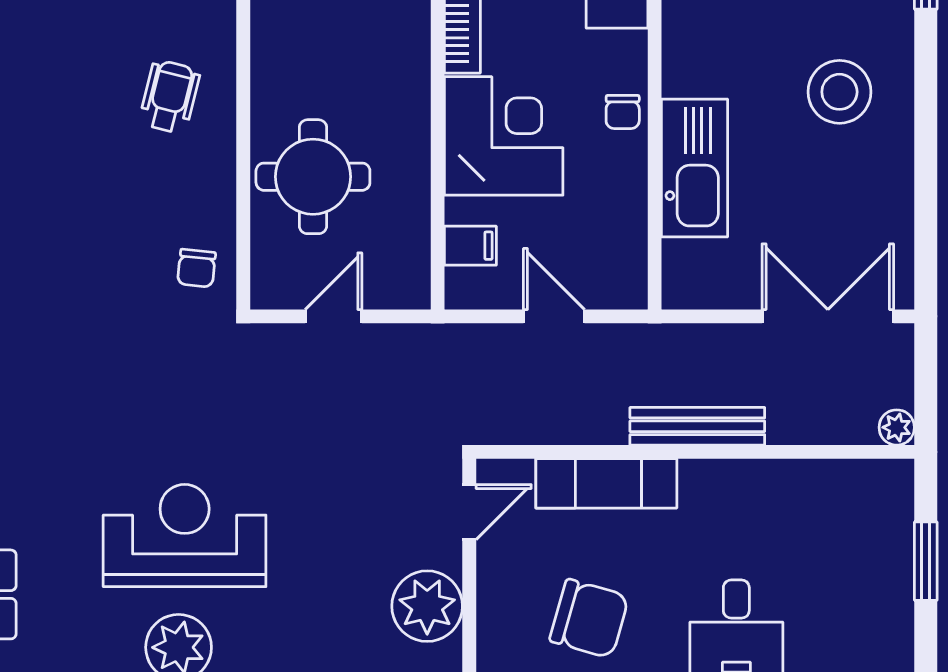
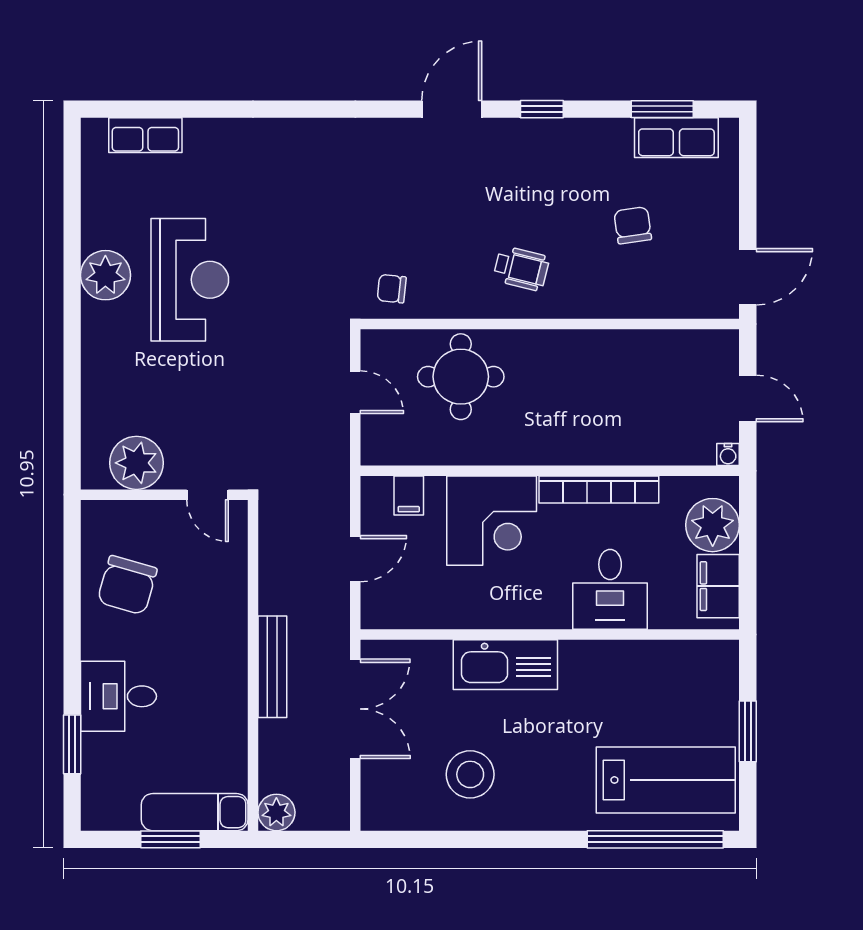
stool: (839, 92) -> (470, 774), moved
chair: (623, 112) -> (510, 610), removed
kitchen sink: (694, 168) -> (505, 665), moved
double door: (828, 316) -> (355, 709), moved
plant: (897, 427) -> (276, 812), width x1.38, depth x1.38
exam couch: (606, 483) -> (195, 812), moved, turned 90

